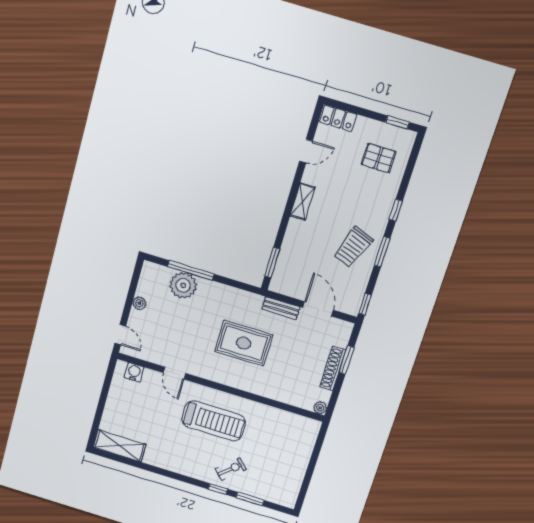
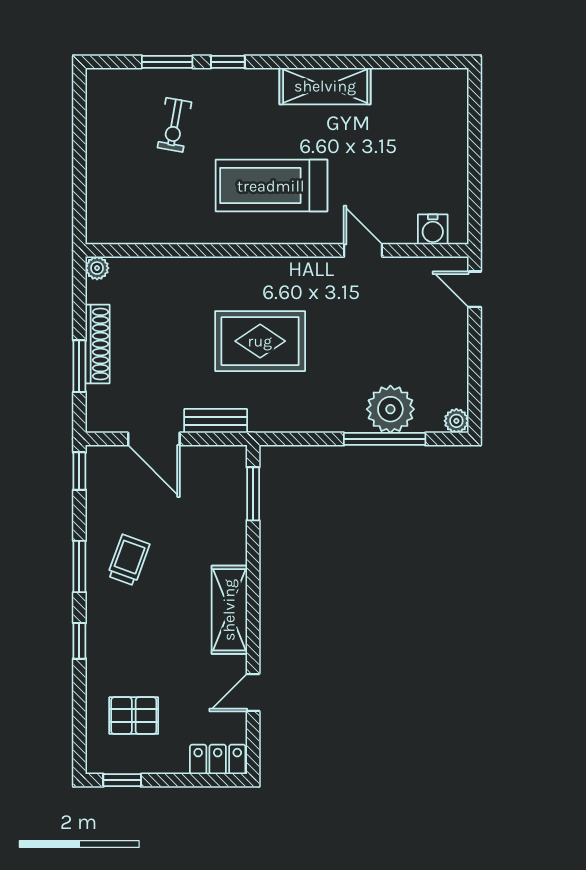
shelving: (303, 202) -> (229, 610), width x1.50, depth x1.33
trolley: (353, 247) -> (128, 560), width x0.73, depth x0.72
plant: (139, 303) -> (456, 421), moved
shelving: (120, 446) -> (325, 86), moved
exercise bike: (231, 469) -> (174, 125), moved, turned -37

